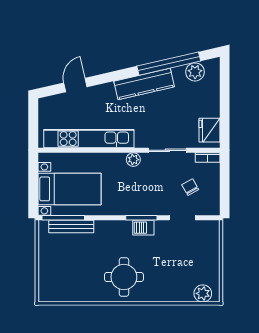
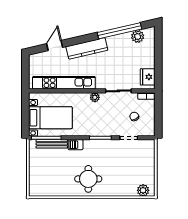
kitchen counter: (144, 84) -> (87, 48), moved
barbecue: (143, 228) -> (76, 145), moved

